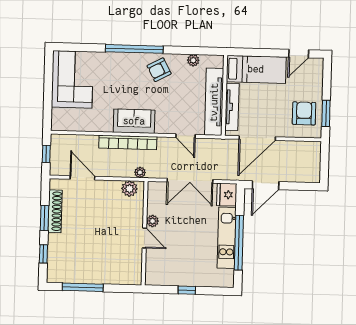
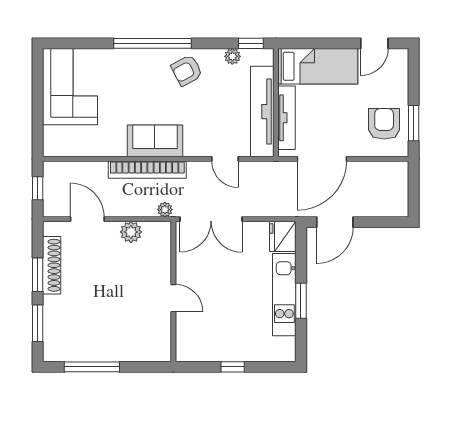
window: (207, 51) -> (251, 43), added
double door: (190, 181) -> (211, 219), moved
plant: (129, 189) -> (131, 232), moved
plant: (152, 221) -> (184, 275), removed
window: (239, 243) -> (301, 301), width x0.47
window: (43, 254) -> (38, 323), width x1.50

